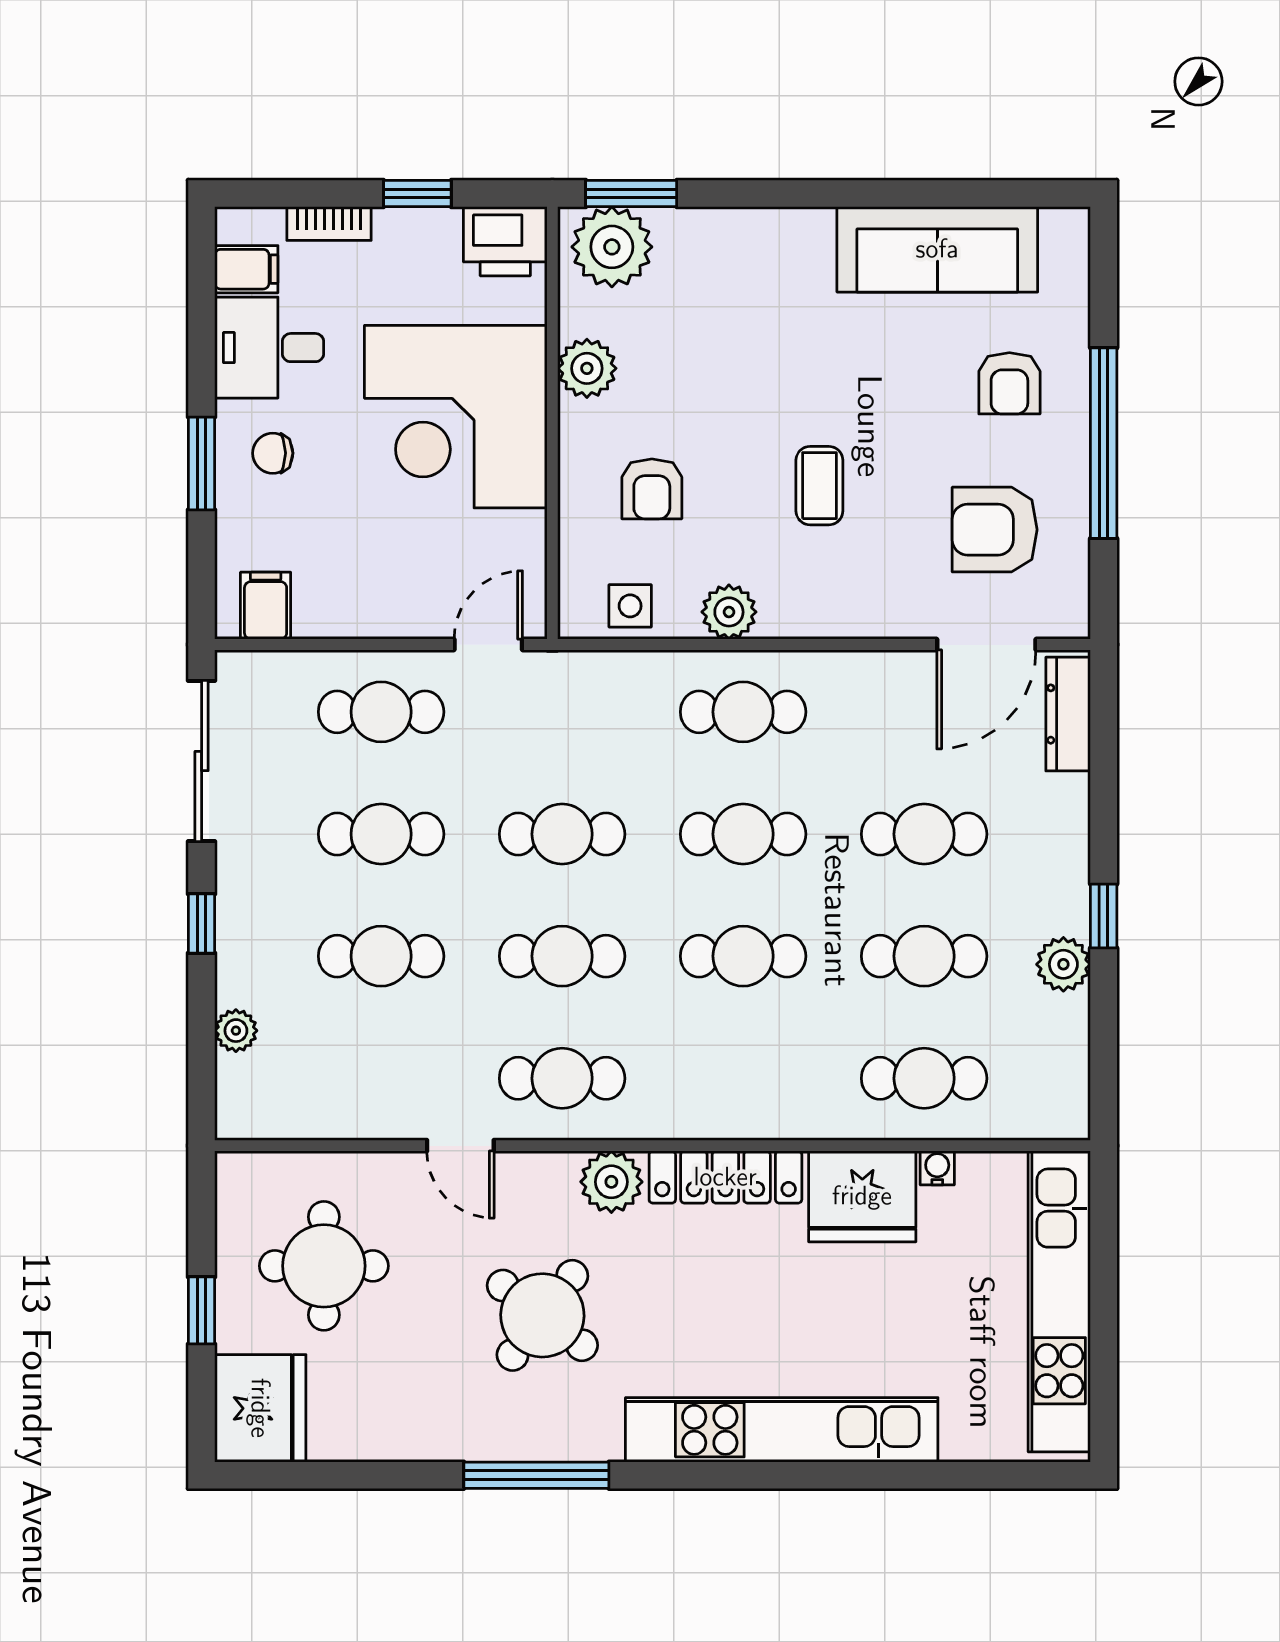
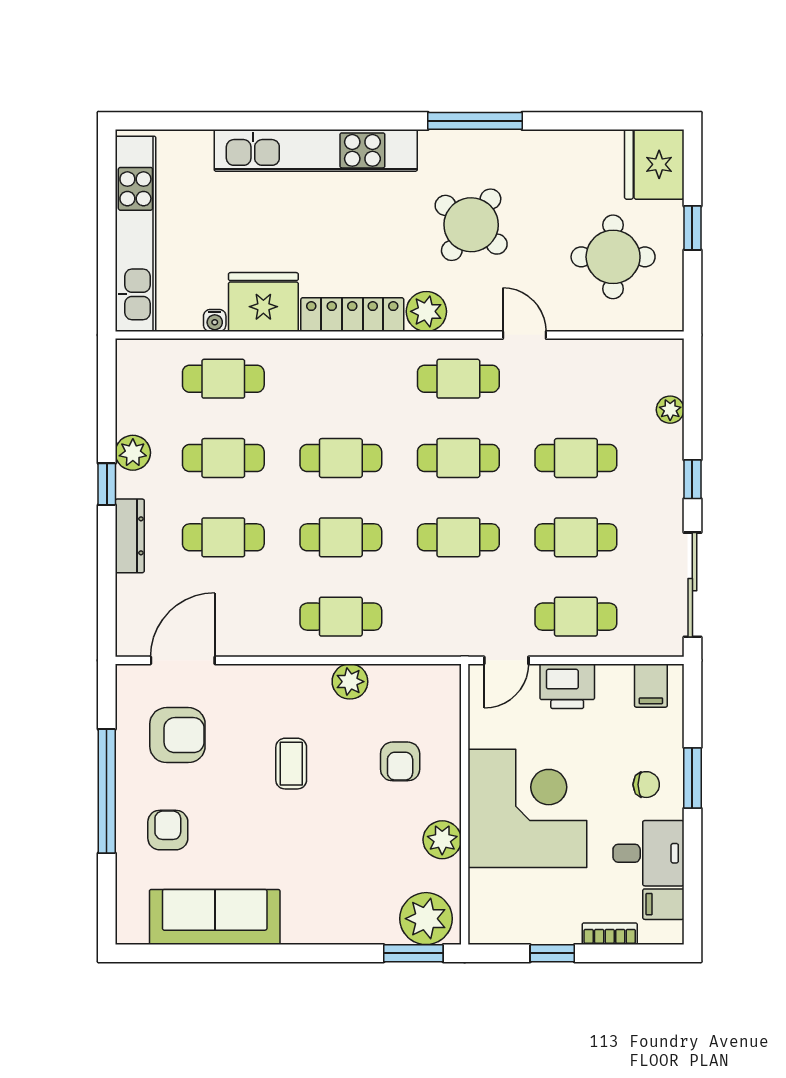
printer: (505, 241) -> (567, 686), moved, turned 180
armchair: (652, 489) -> (400, 761), turned 180
side table: (630, 606) -> (414, 685), removed
dresser: (1068, 714) -> (130, 536), moved

